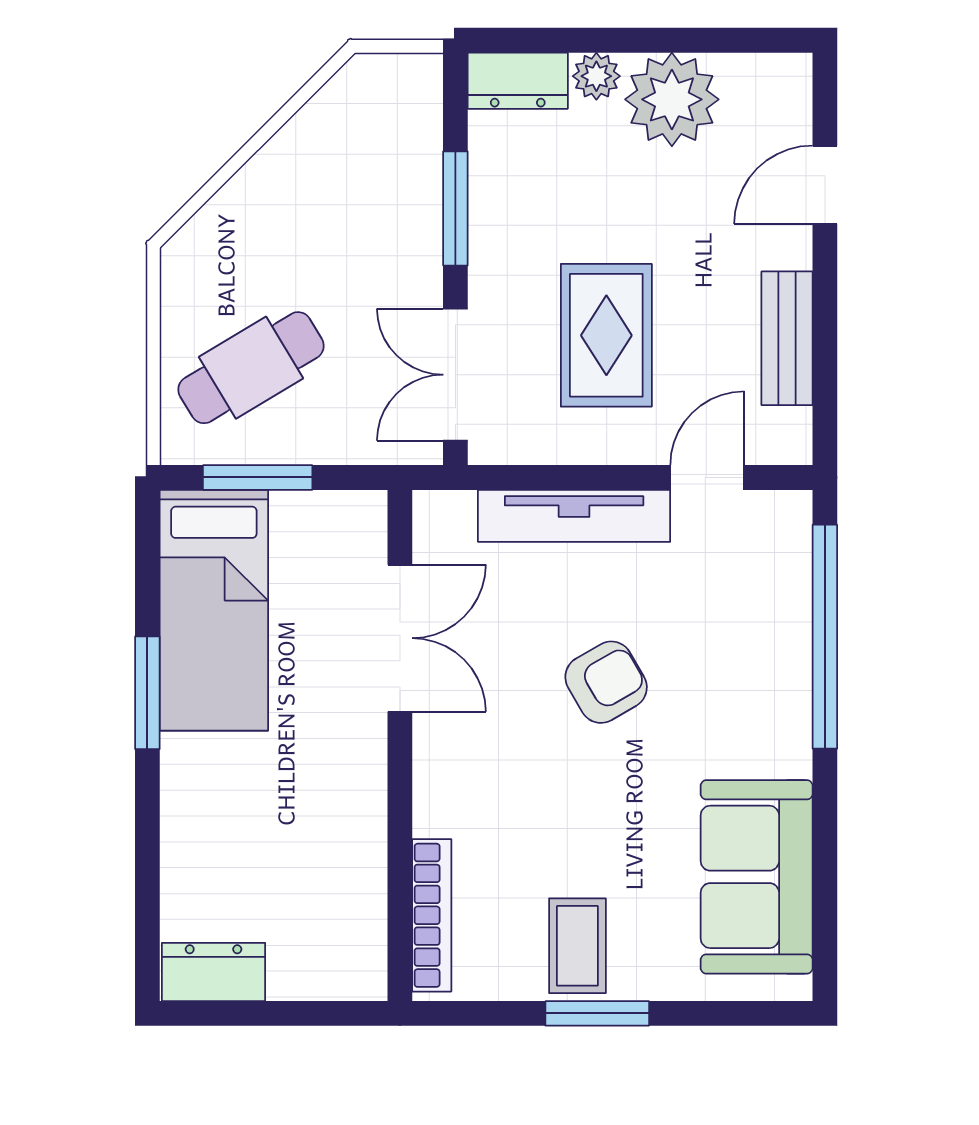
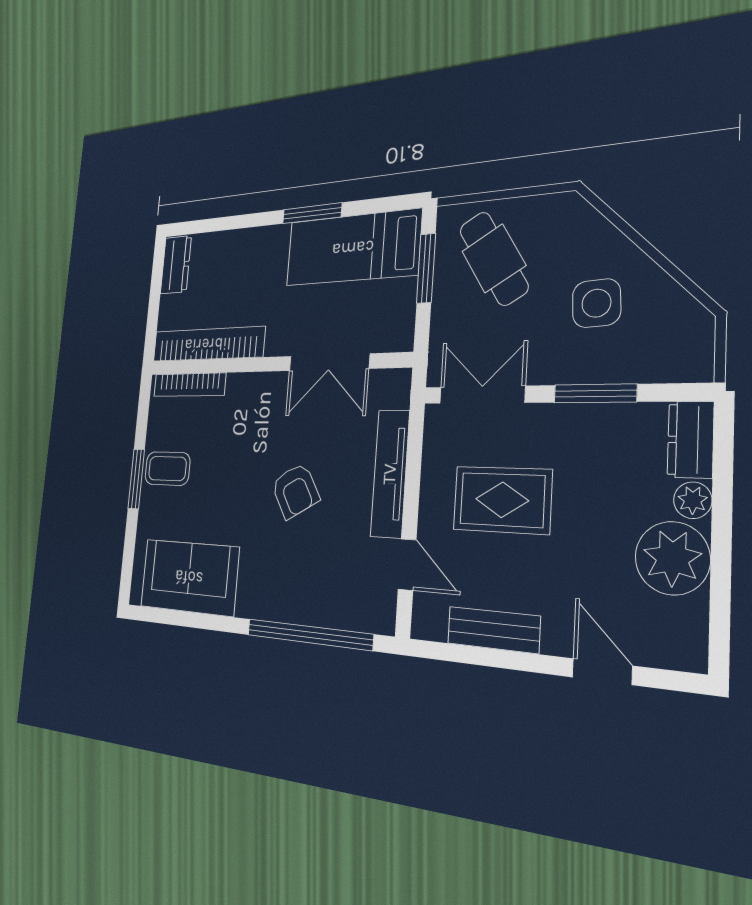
side table: (328, 211) -> (596, 303), added
bookcase: (361, 884) -> (208, 344), added

